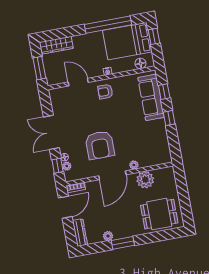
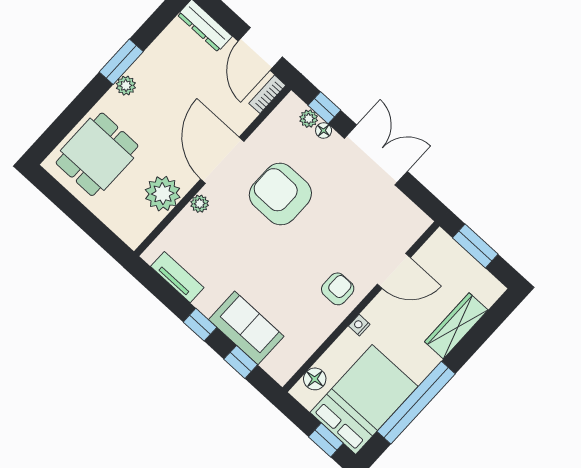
wardrobe: (56, 45) -> (456, 326), moved
sofa: (151, 97) -> (246, 328), width x0.73
tv unit: (164, 143) -> (177, 277), added
plant: (108, 236) -> (126, 86), moved

